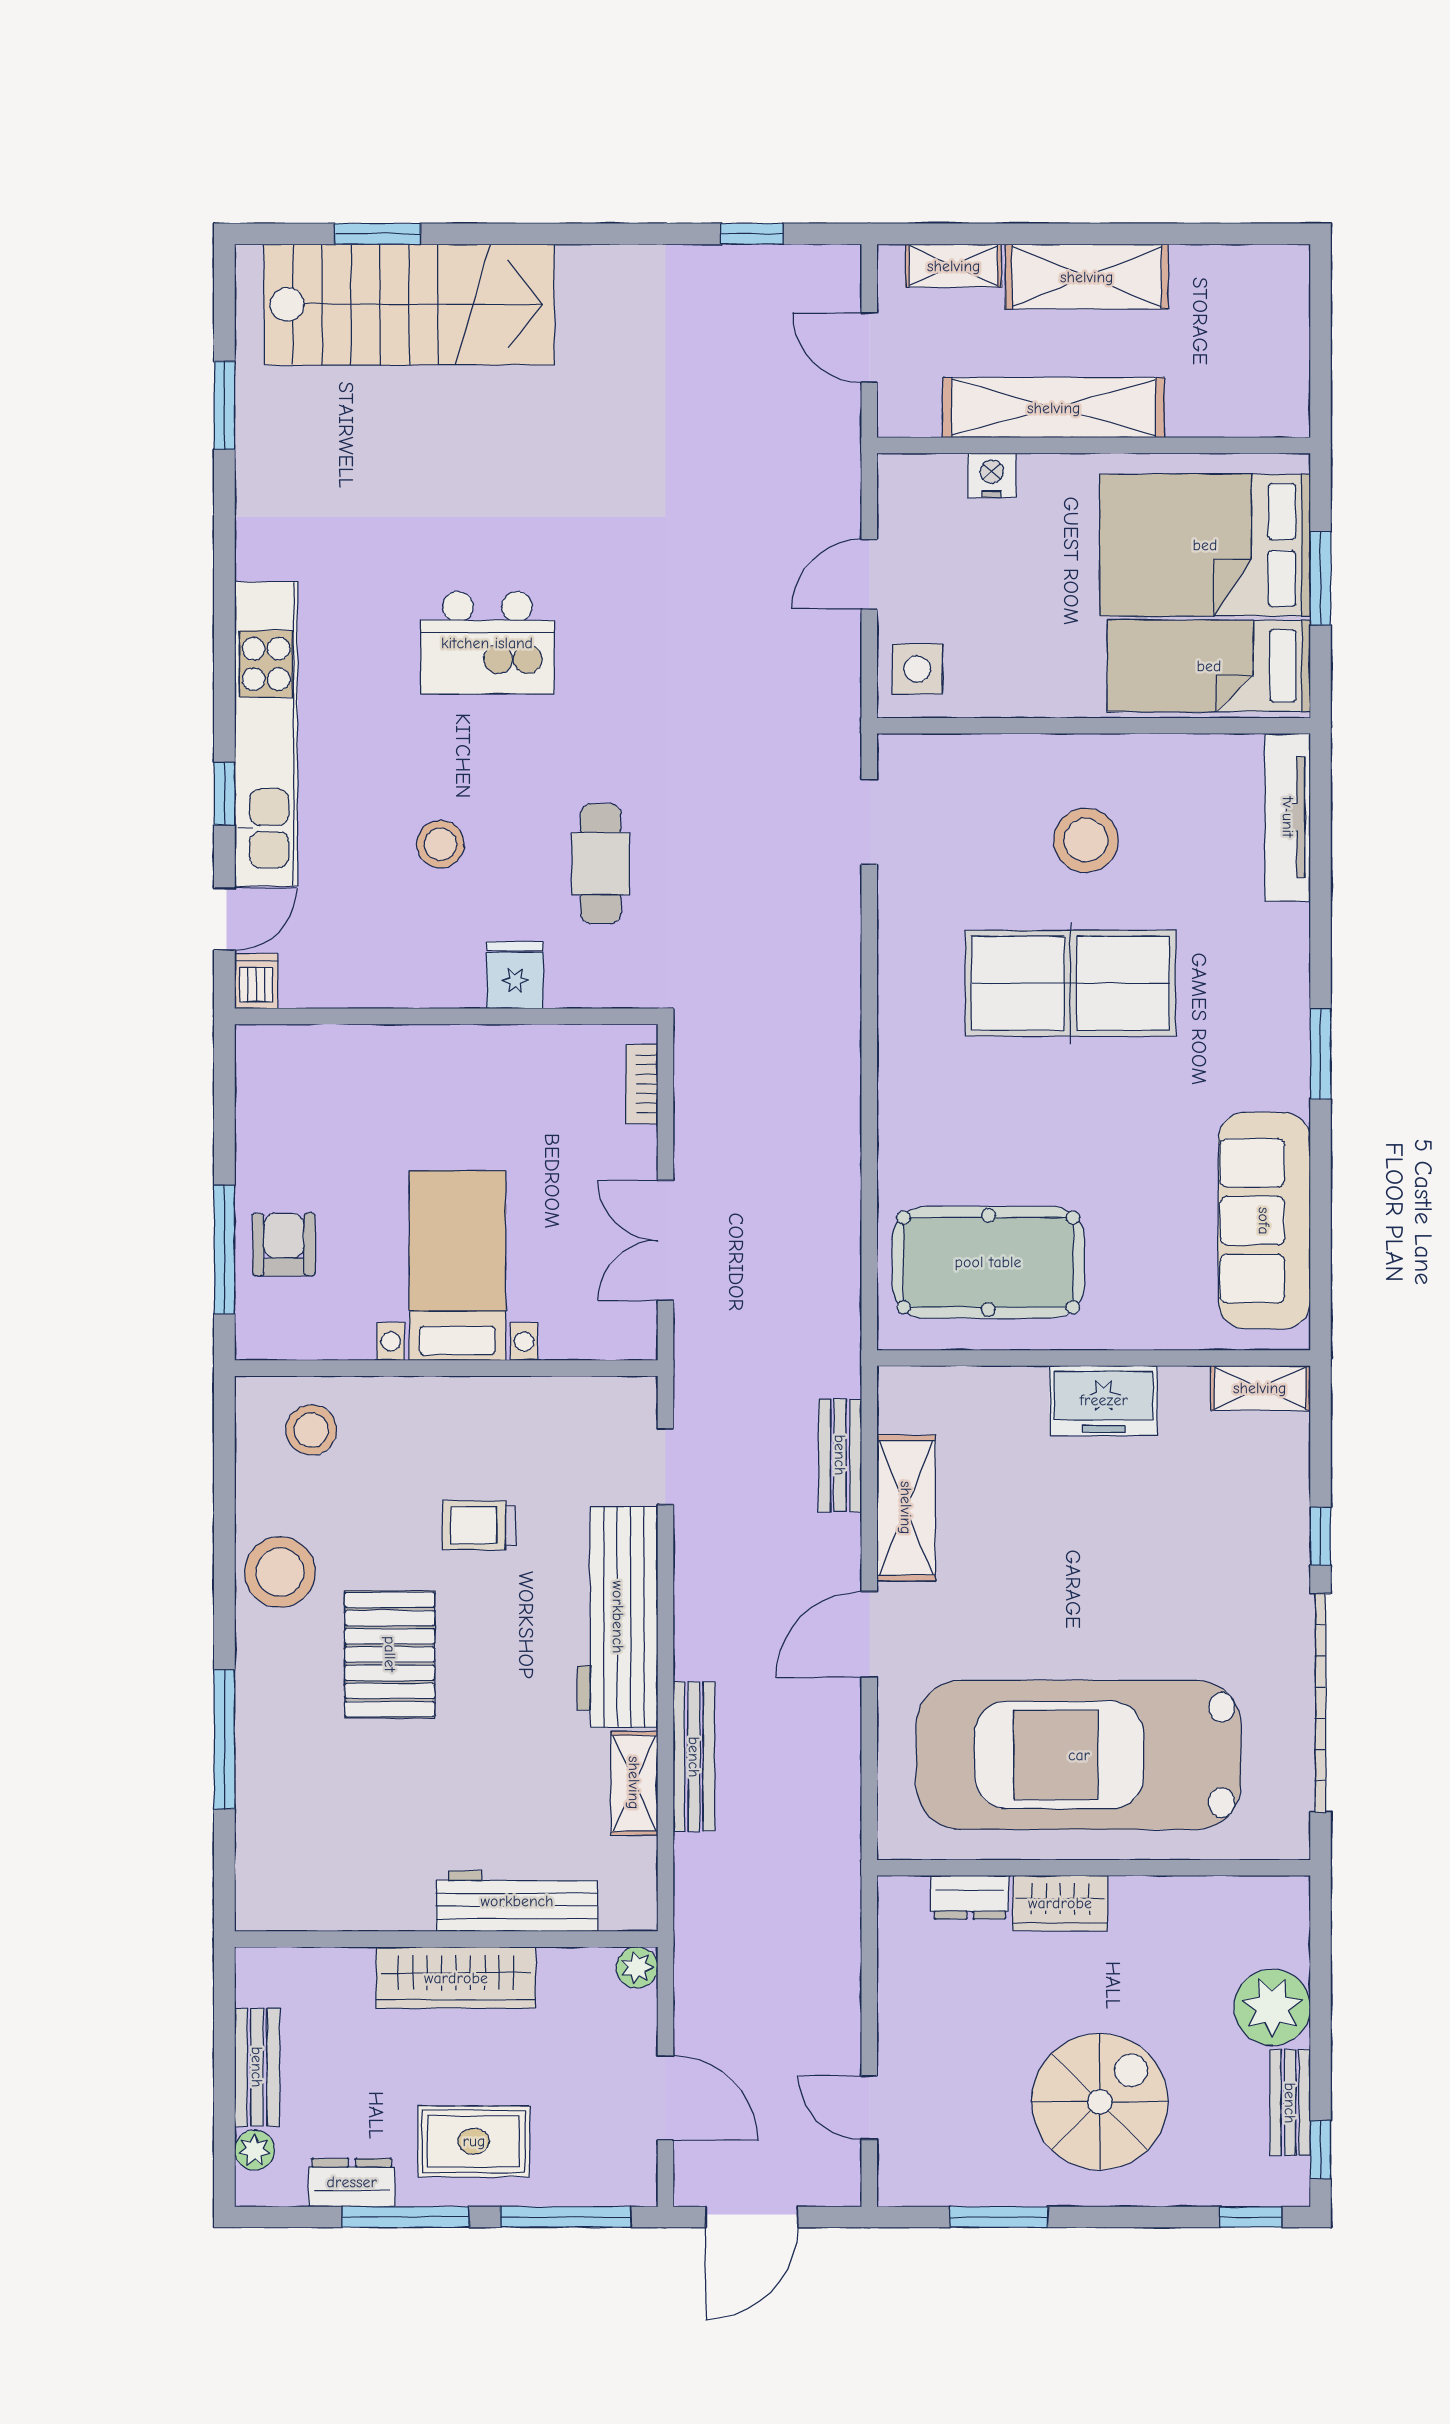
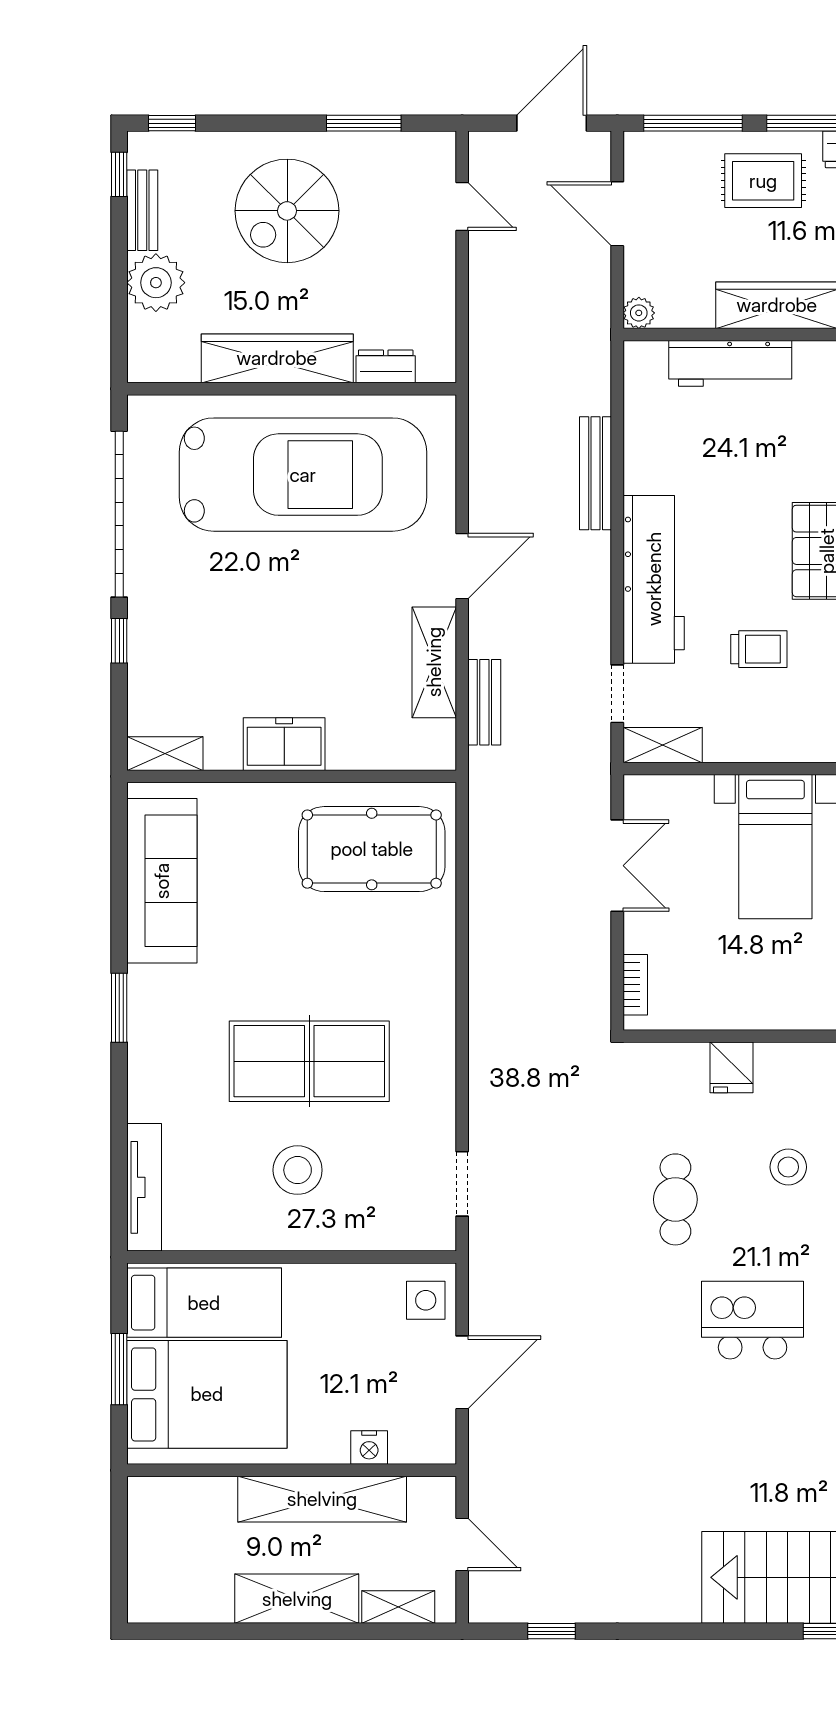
door: (869, 574) -> (462, 1372), width x1.38
cafe table: (601, 864) -> (675, 1199), moved
shelving: (634, 1783) -> (663, 745), moved, turned 90
wardrobe: (1060, 1903) -> (277, 358), width x2.10, depth x1.17

